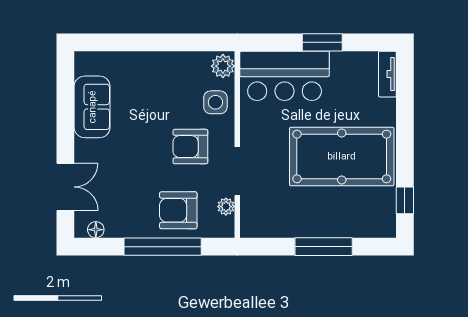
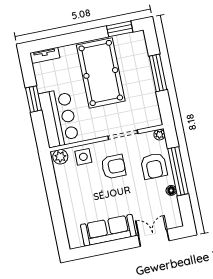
sofa: (92, 107) -> (108, 230), width x1.36
armchair: (190, 147) -> (113, 167), turned -90
window: (405, 200) -> (120, 29), width x1.50
plant: (226, 207) -> (159, 135), moved
floor lamp: (96, 230) -> (171, 190), moved

